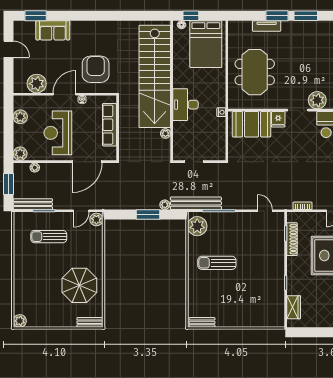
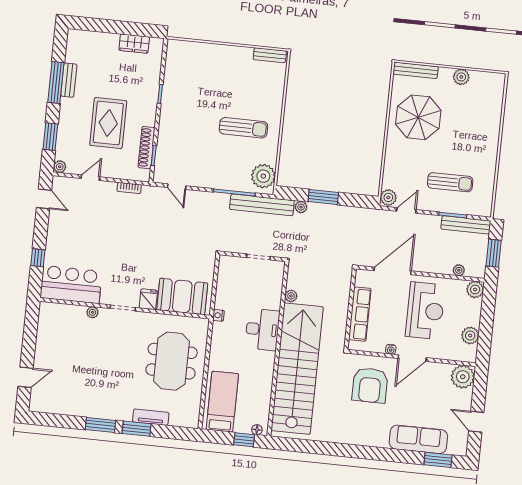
sofa: (53, 30) -> (418, 439), width x1.36
bed: (206, 44) -> (222, 402), width x0.67
plant: (37, 84) -> (463, 377), moved
plant: (317, 100) -> (92, 312), width x0.53, depth x0.53
wardrobe: (294, 307) -> (134, 44), moved, turned -90
plant: (20, 321) -> (461, 77), moved
bench: (90, 322) -> (416, 70), width x1.36

